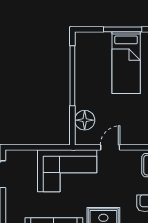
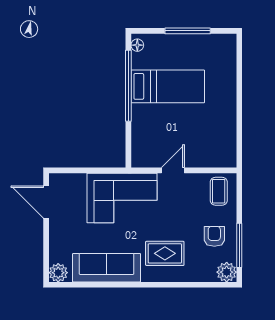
bed: (126, 63) -> (168, 86), moved, turned -90
floor lamp: (85, 120) -> (137, 45), moved, width x0.53, depth x0.53

